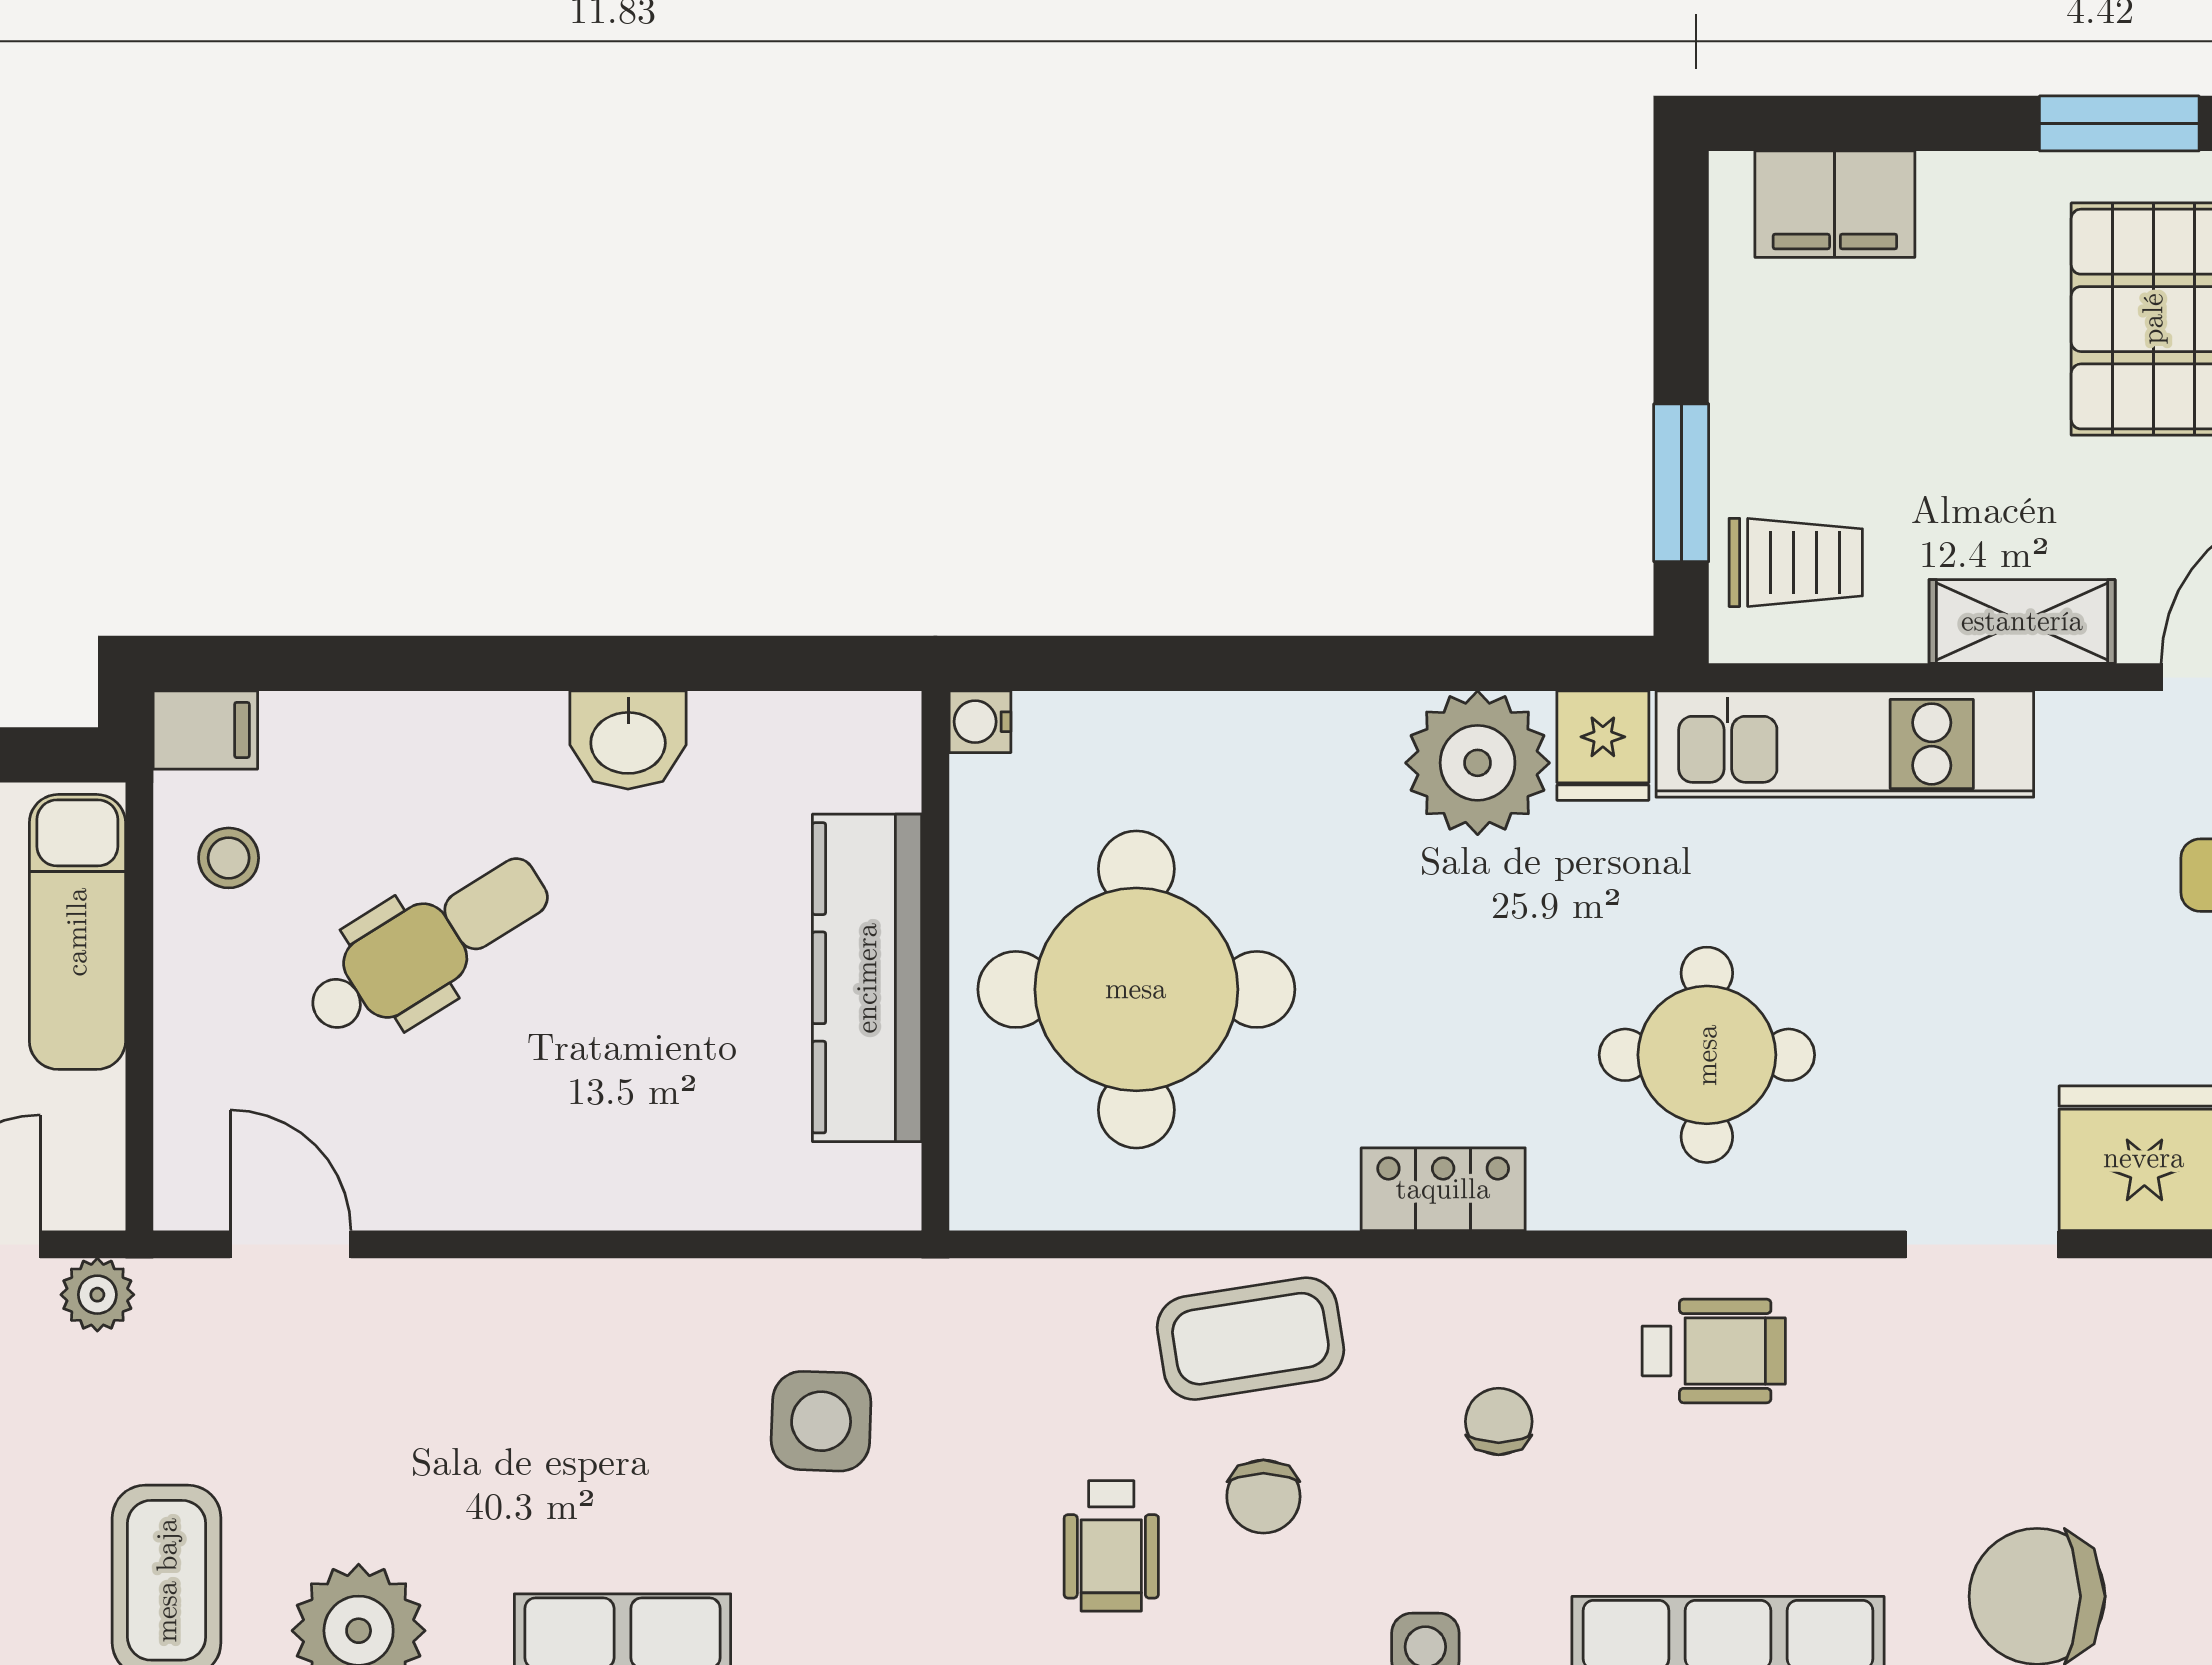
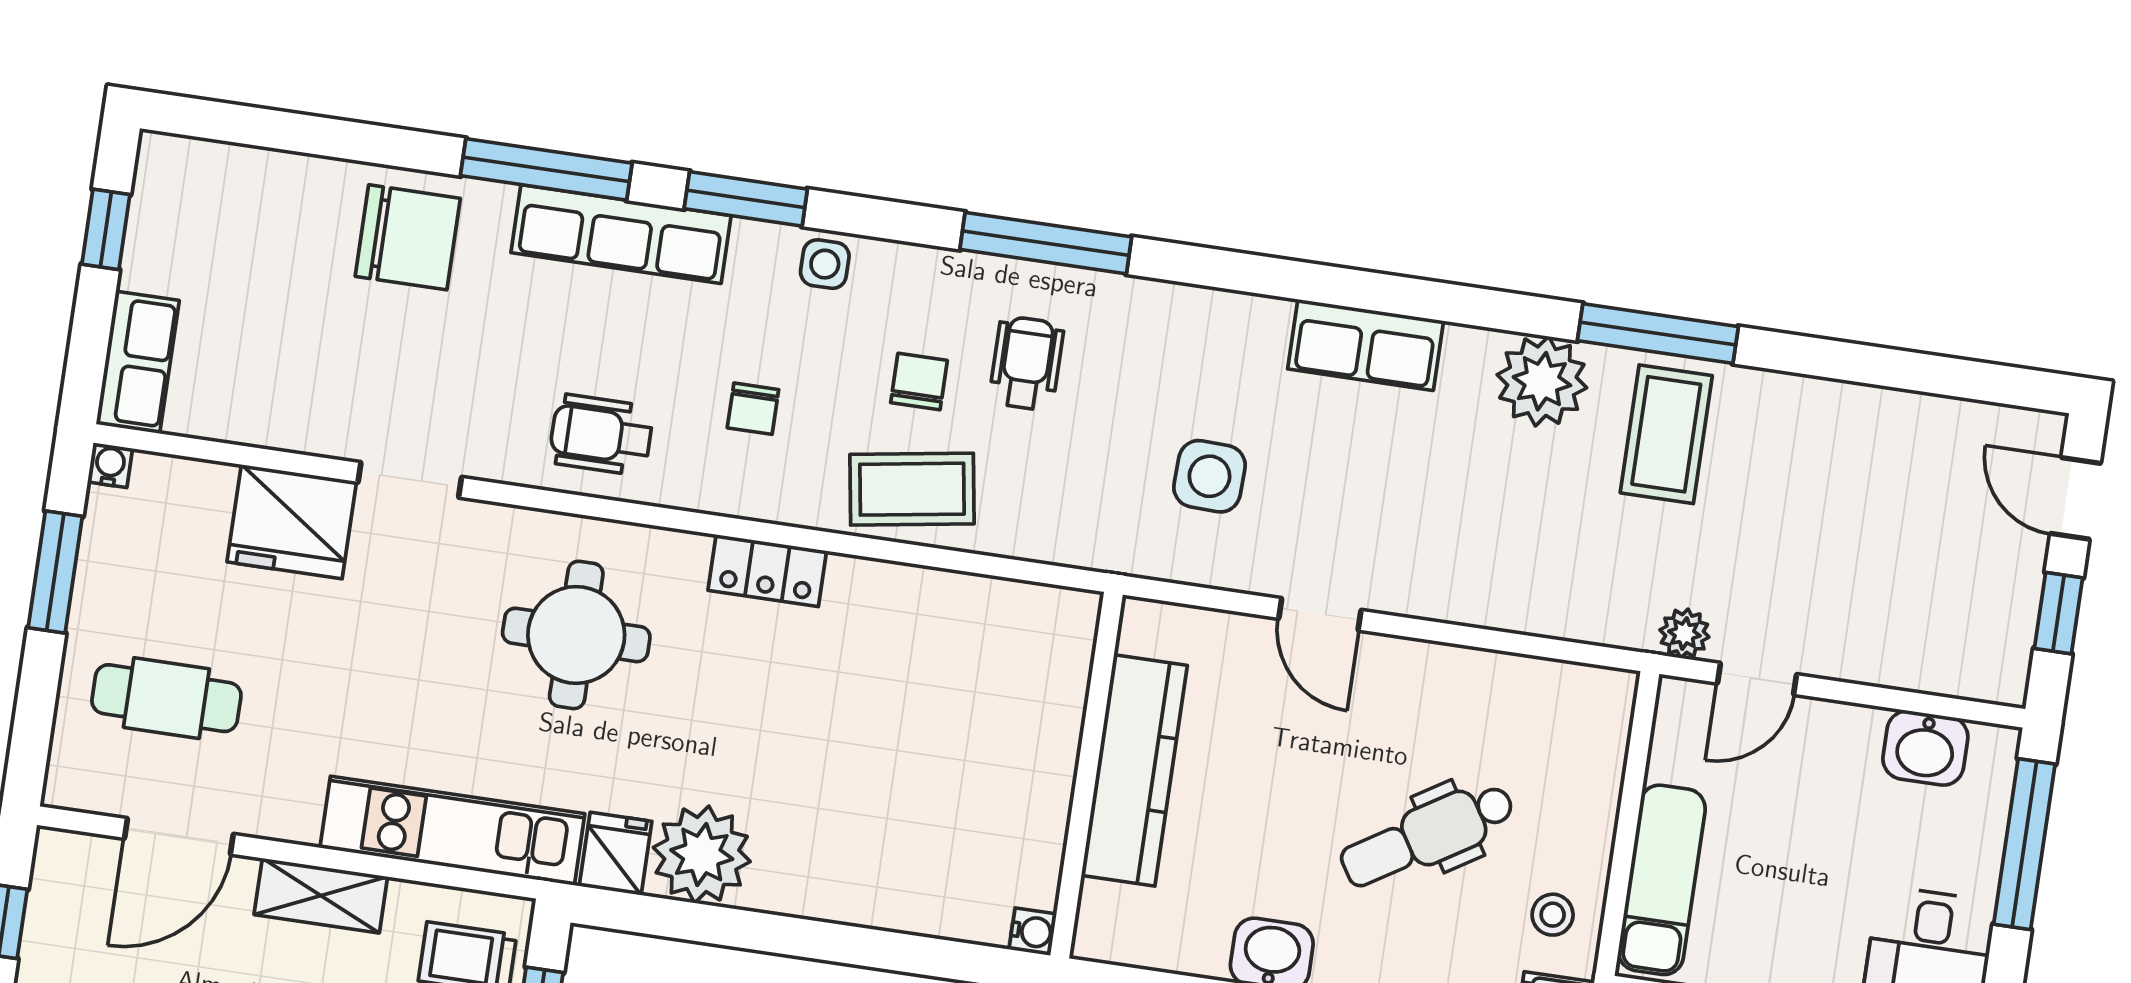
round table: (1136, 989) -> (954, 736), removed
door: (291, 1244) -> (1320, 614), moved

